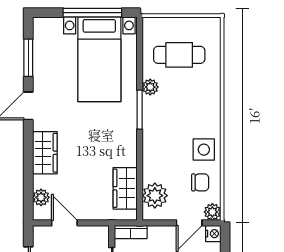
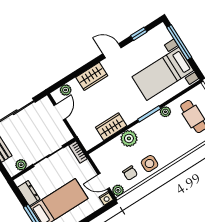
window: (92, 13) -> (179, 42), moved
window: (28, 58) -> (139, 34), width x0.67
wardrobe: (125, 188) -> (111, 127), moved
plant: (155, 196) -> (129, 138), moved

